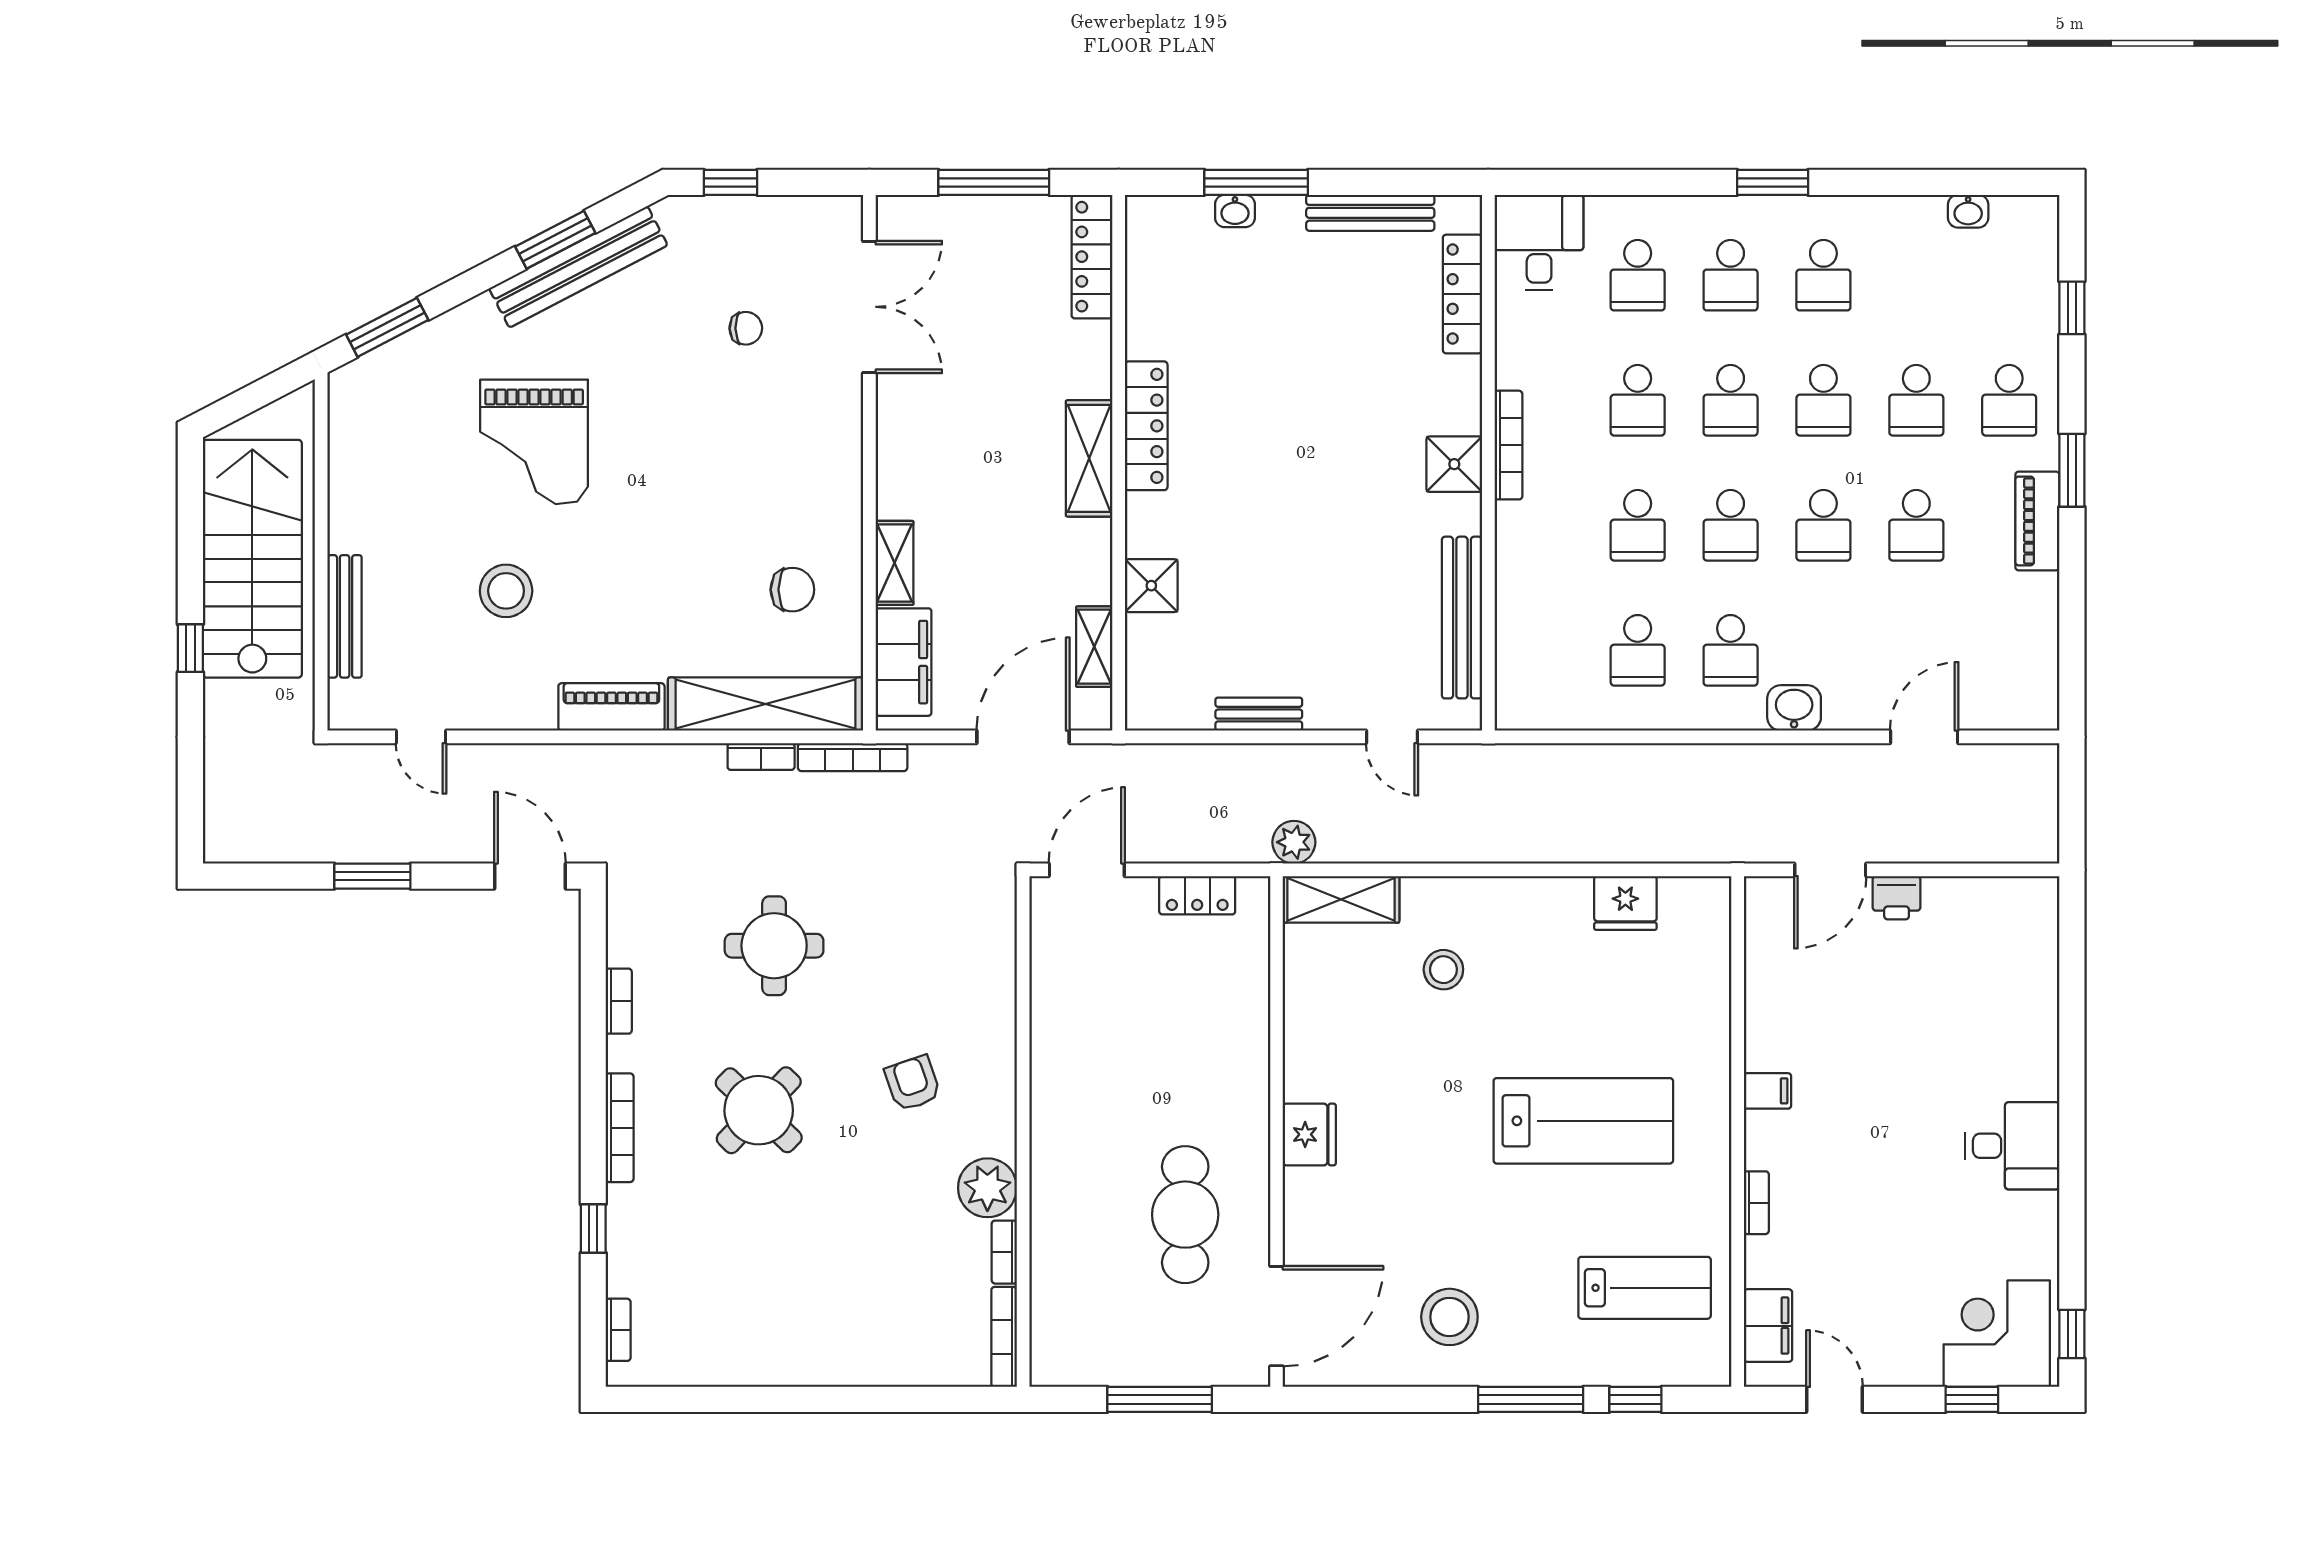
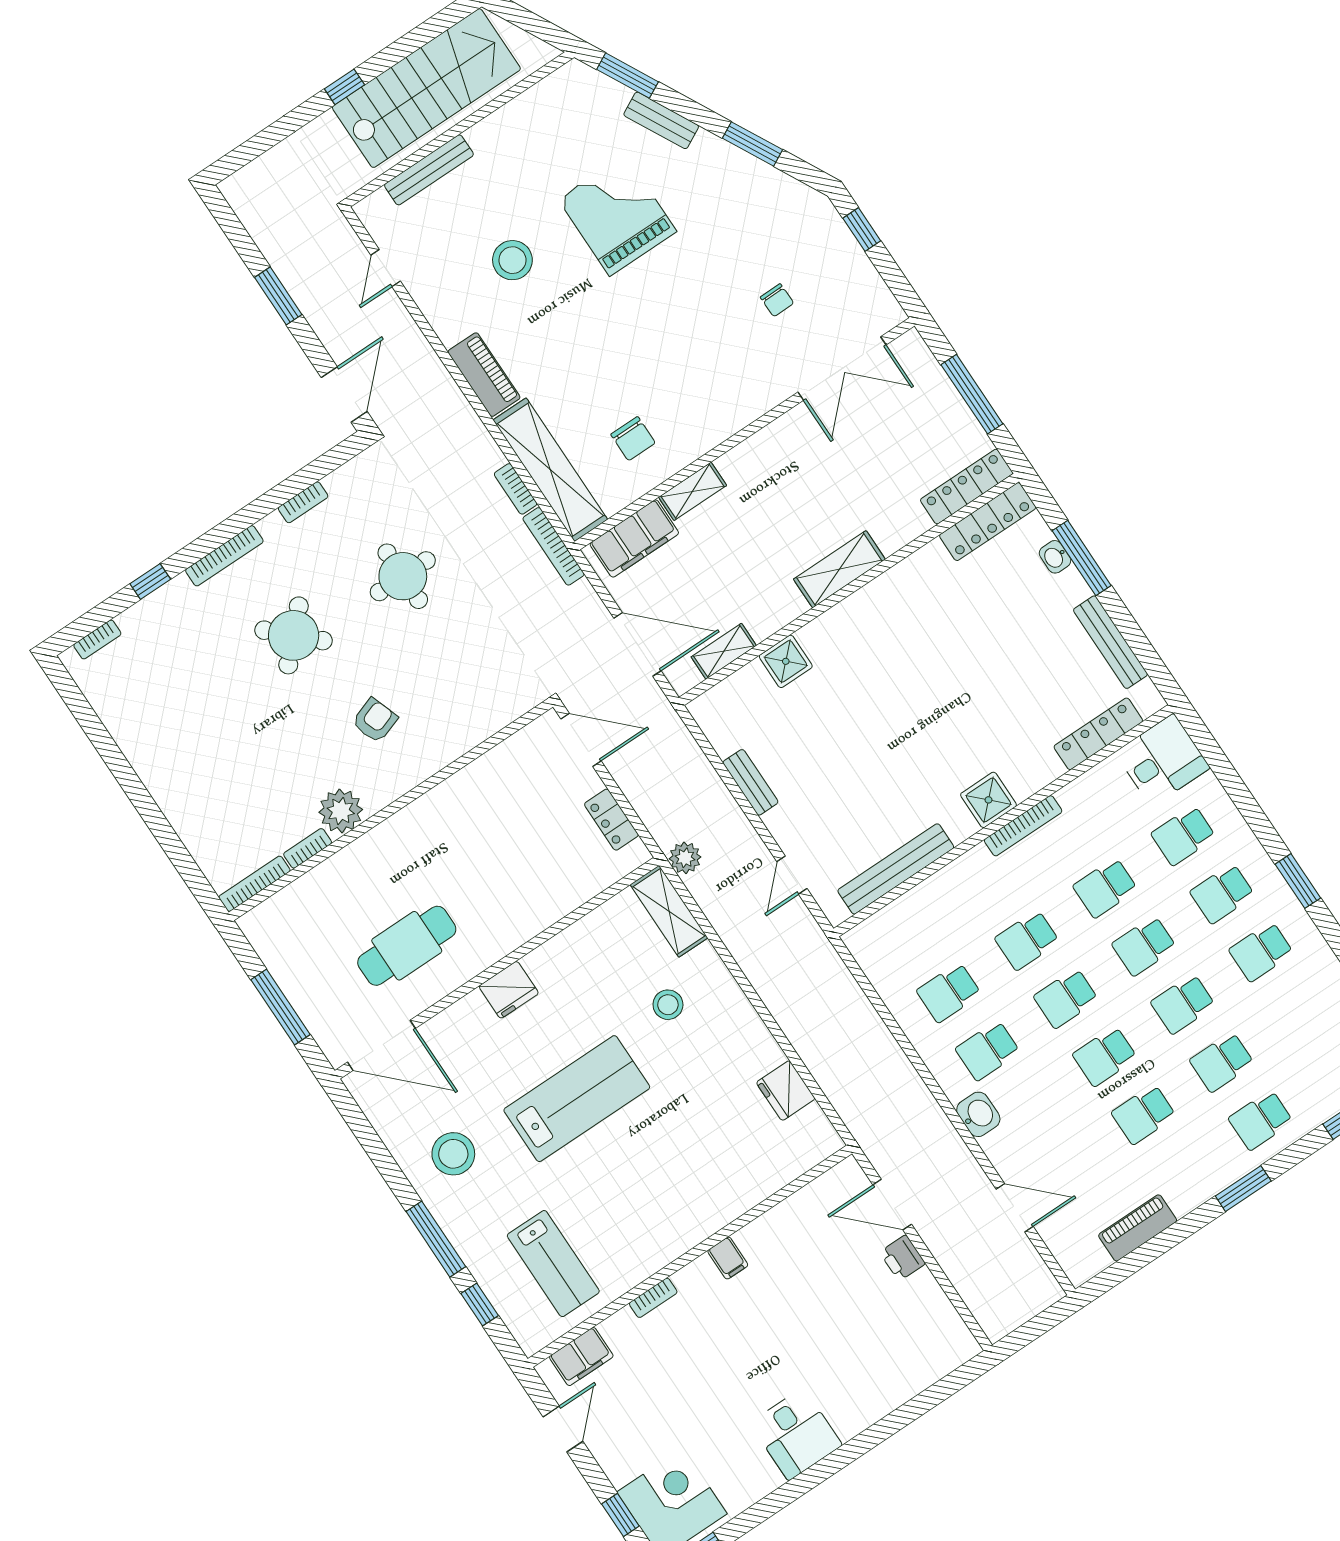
bench: (578, 267) -> (661, 120), moved, width x0.54, depth x0.82
locker: (1146, 426) -> (988, 522), moved
grand piano: (534, 442) -> (617, 215), turned 90
piano: (2037, 521) -> (1138, 1228), moved
lab bench: (1583, 1121) -> (577, 1099), moved, turned -90

